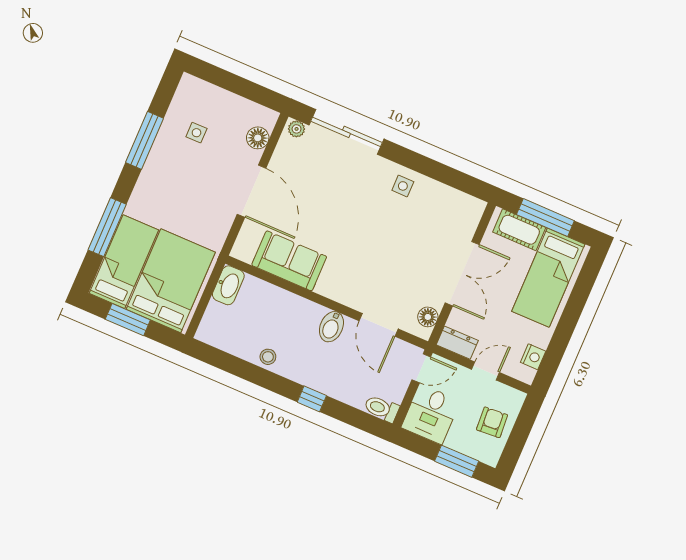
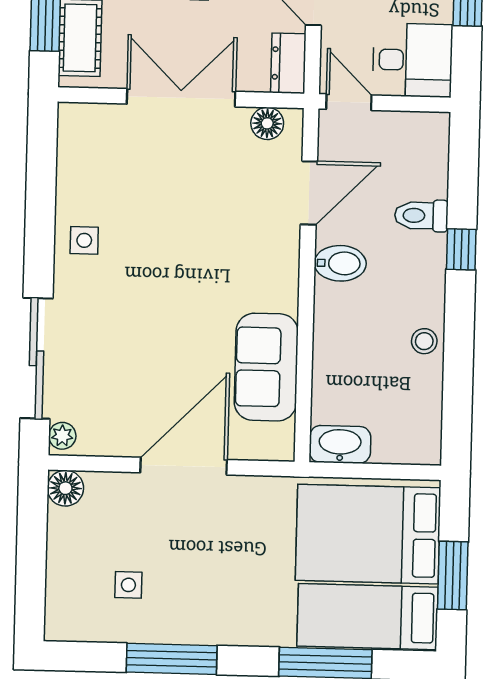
floor lamp: (258, 138) -> (65, 488), moved
toilet: (382, 409) -> (421, 216), moved, turned 90

